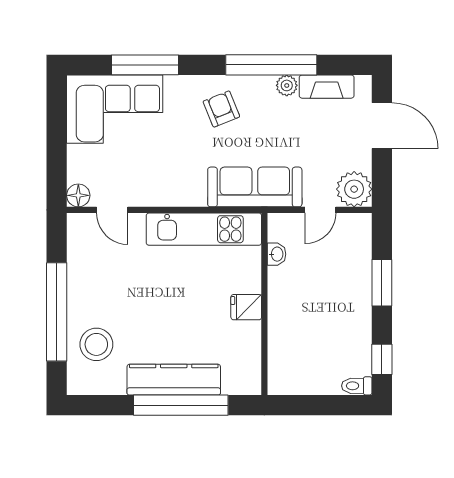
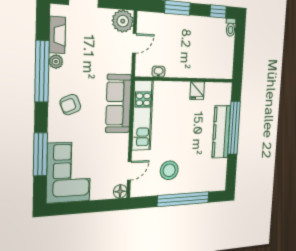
sofa: (255, 187) -> (118, 104), moved
door: (320, 210) -> (134, 43), hinge flipped
fridge: (246, 307) -> (197, 91), moved
stool: (96, 344) -> (169, 170), moved

